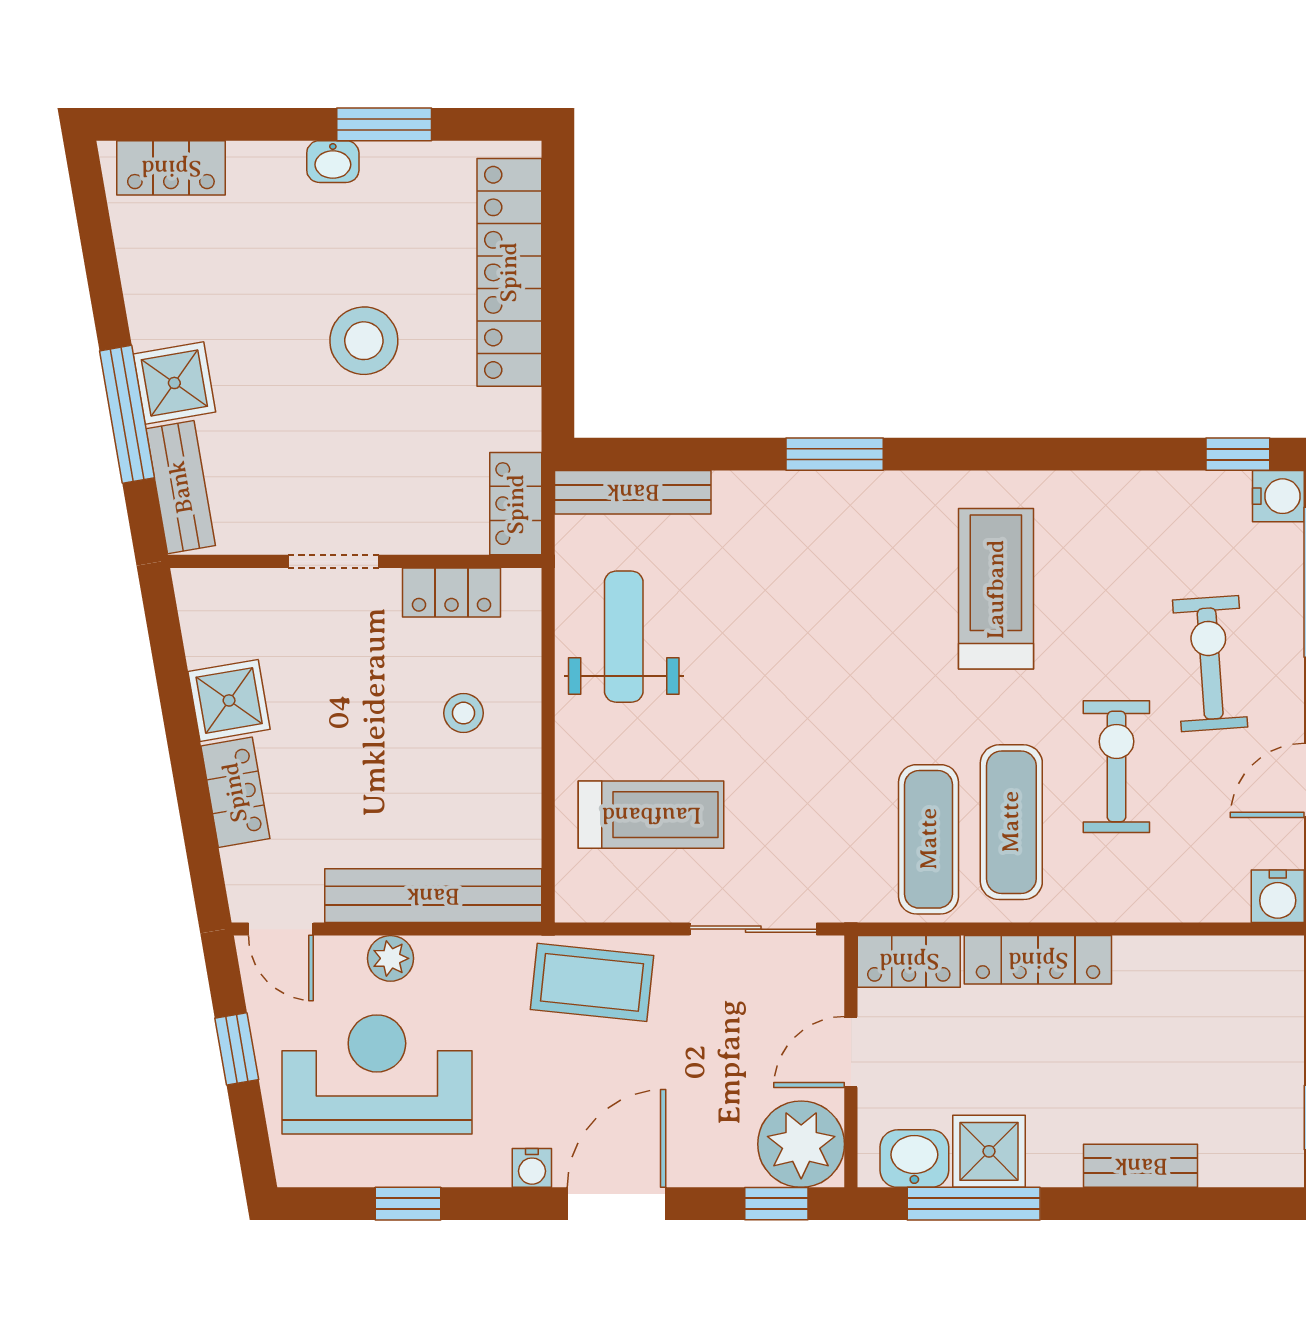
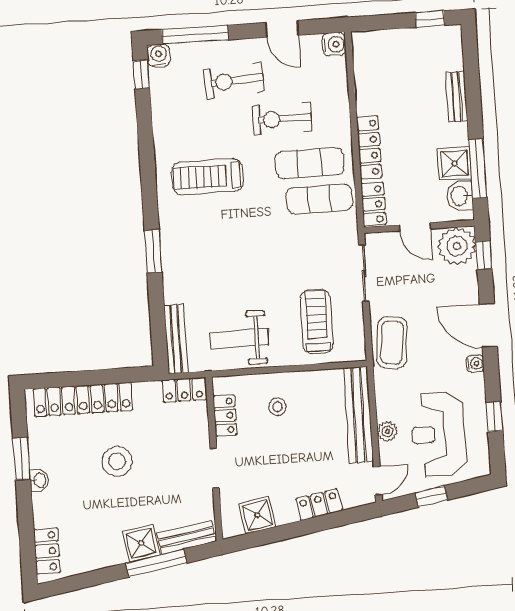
shower: (229, 700) -> (257, 515), moved

